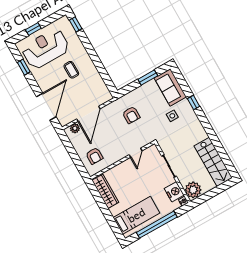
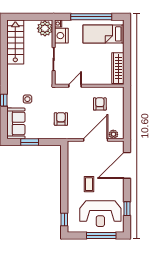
window: (33, 29) -> (101, 236), width x2.17
armchair: (94, 156) -> (100, 104), moved

